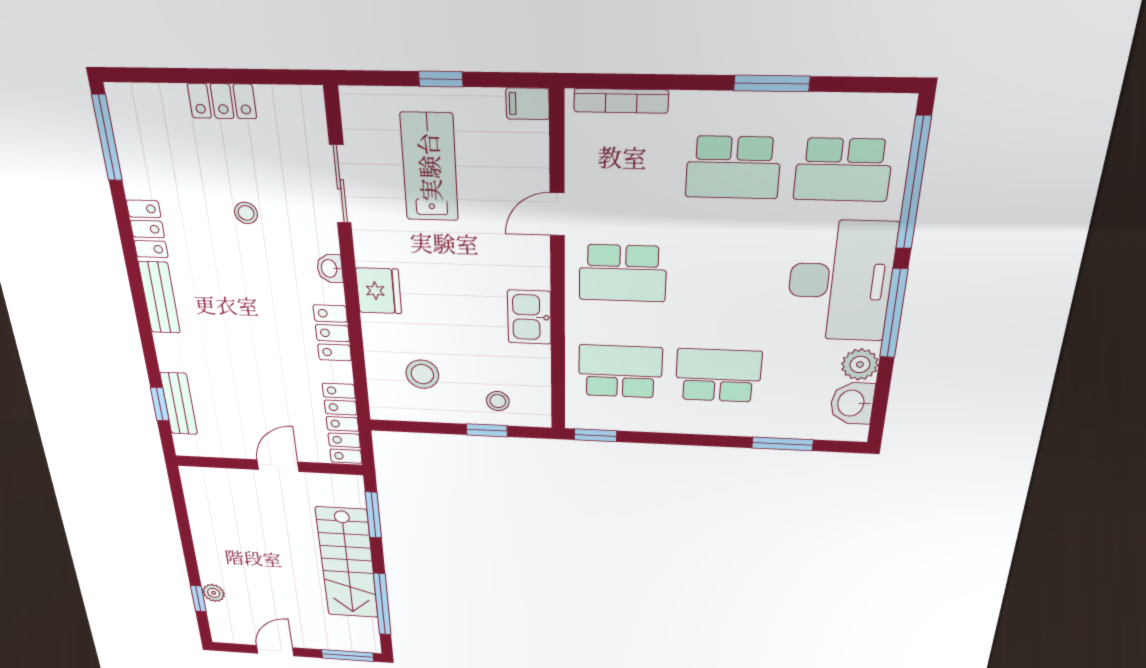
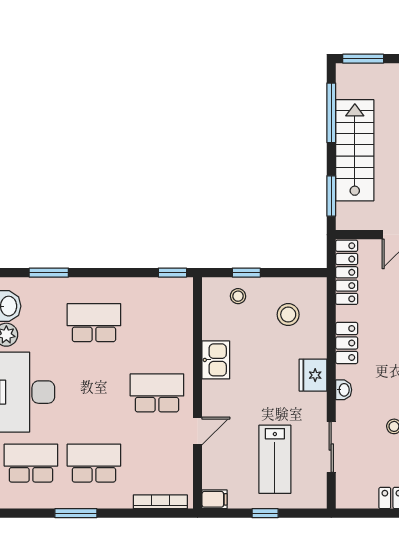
school desk: (620, 371) -> (157, 323), removed
school desk: (718, 375) -> (94, 323), turned 180

